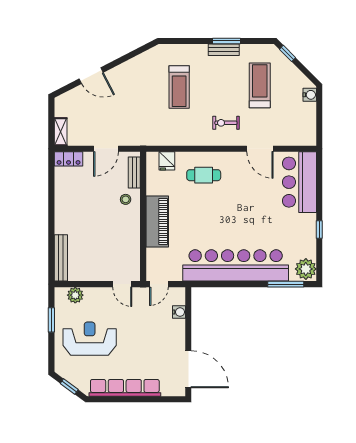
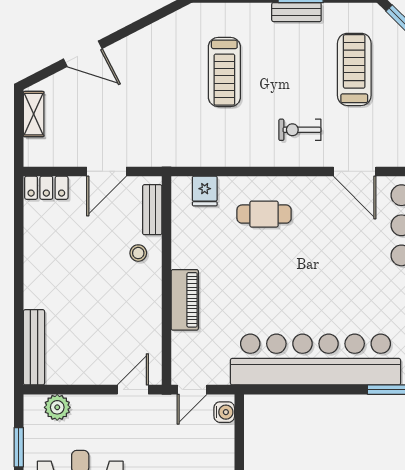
shelving: (61, 132) -> (34, 114), moved
piano: (157, 222) -> (185, 300), width x0.73, depth x0.75
door: (122, 284) -> (133, 390), swing flipped
water cooler: (179, 312) -> (224, 412), moved

